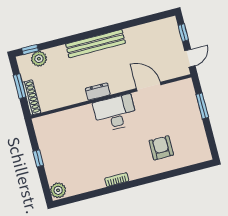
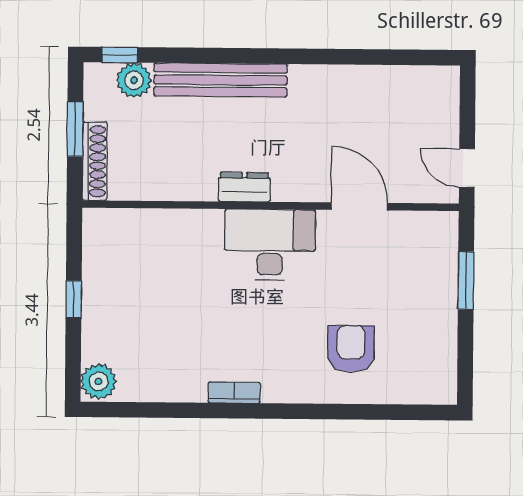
window: (183, 33) -> (467, 108), removed
bench: (96, 44) -> (221, 80), moved
door: (190, 58) -> (467, 168), swing flipped

